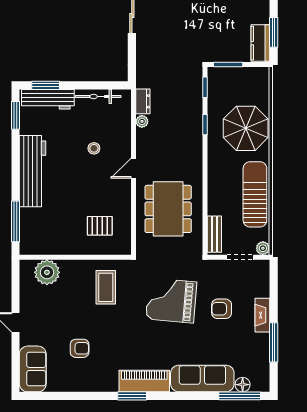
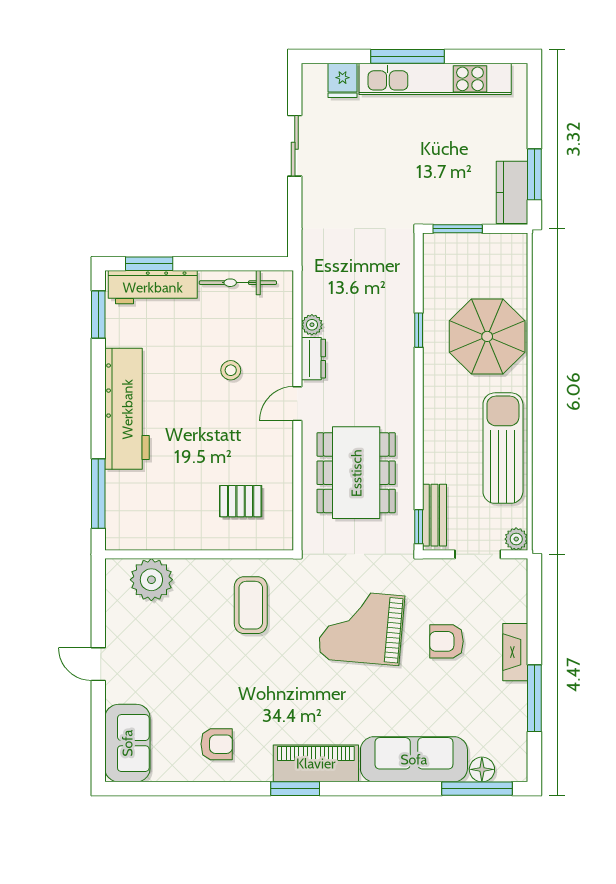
window: (205, 87) -> (419, 527), moved
dresser: (143, 101) -> (313, 359), moved
armchair: (80, 348) -> (217, 744), moved

